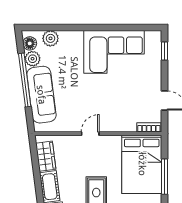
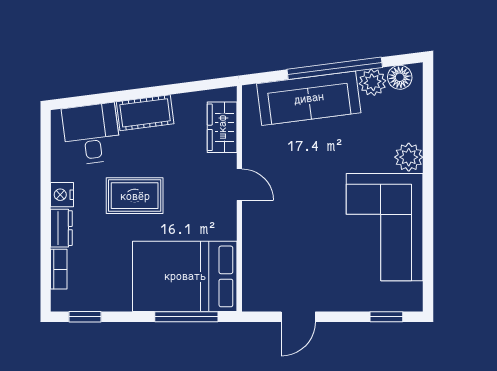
plant: (50, 38) -> (409, 157), moved
bookcase: (149, 127) -> (250, 289), removed
wardrobe: (46, 156) -> (222, 127), moved, turned 97
window: (164, 177) -> (186, 317), moved

